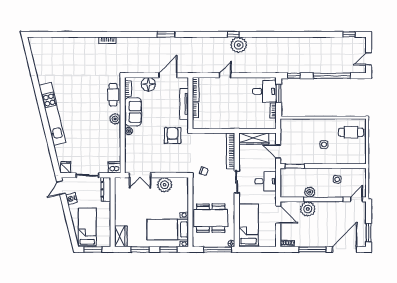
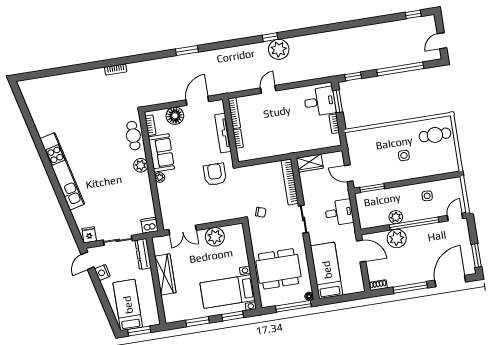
wardrobe: (254, 139) -> (310, 163), width x0.67
wardrobe: (121, 236) -> (165, 274), moved, width x1.50

